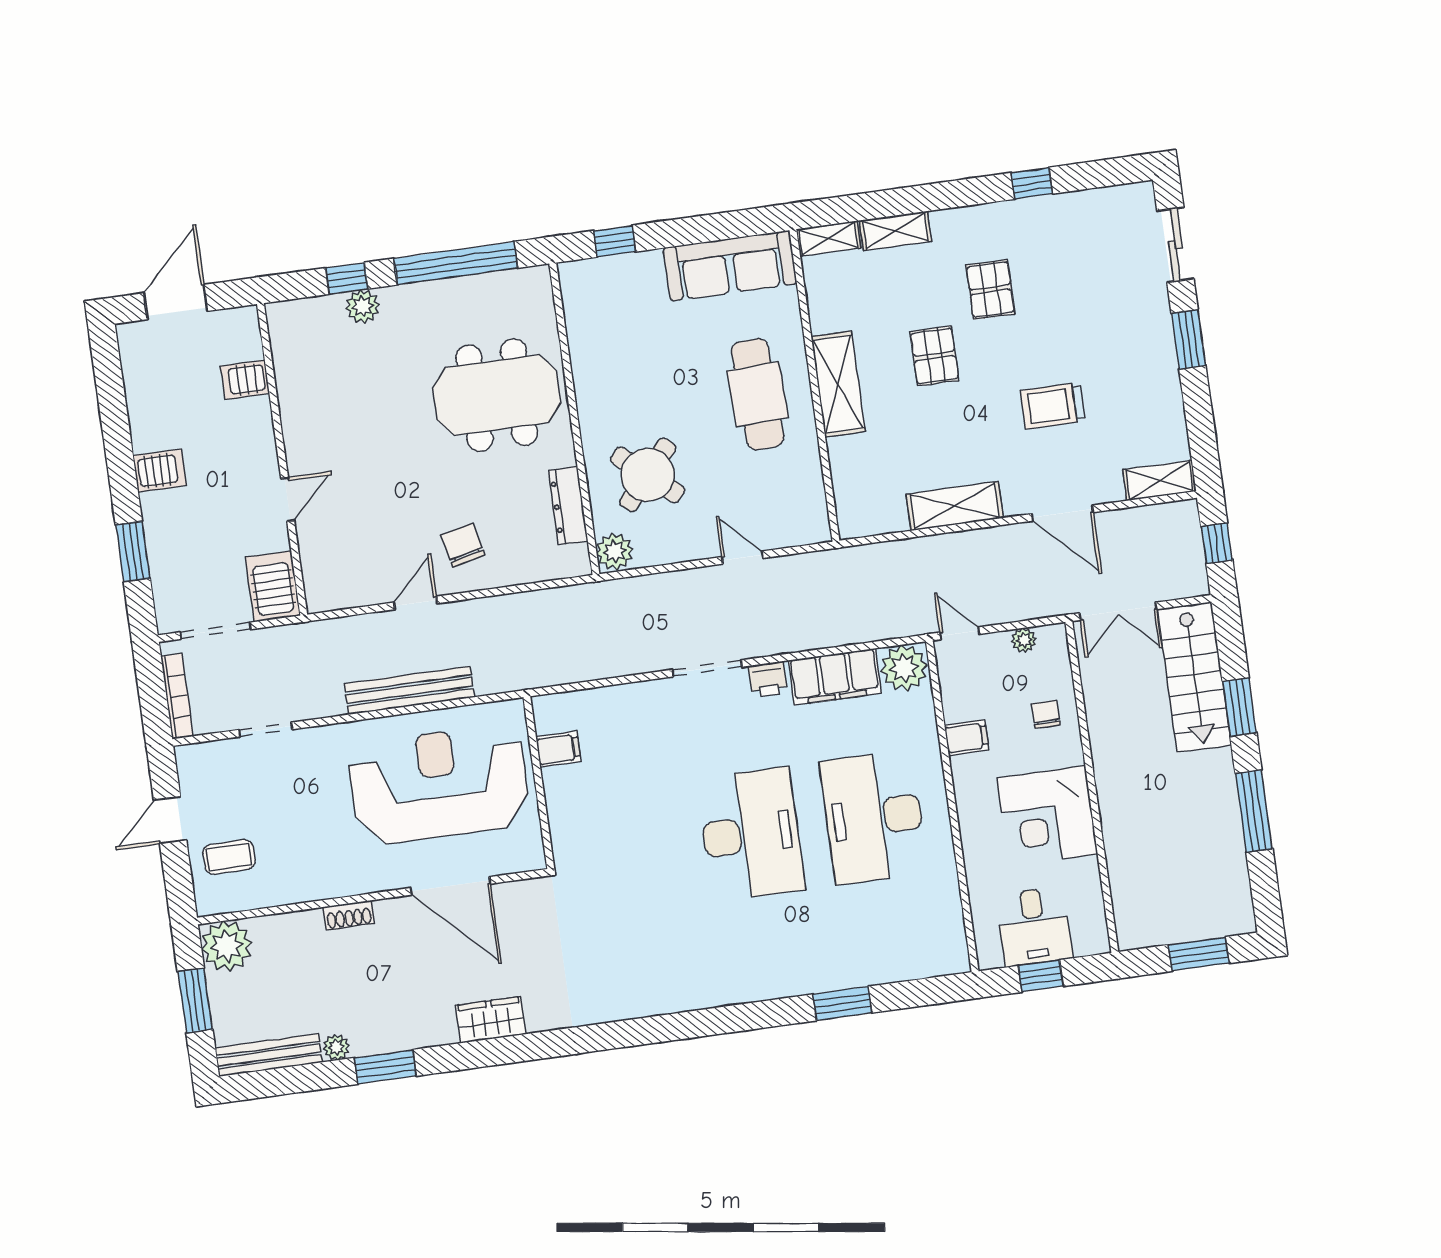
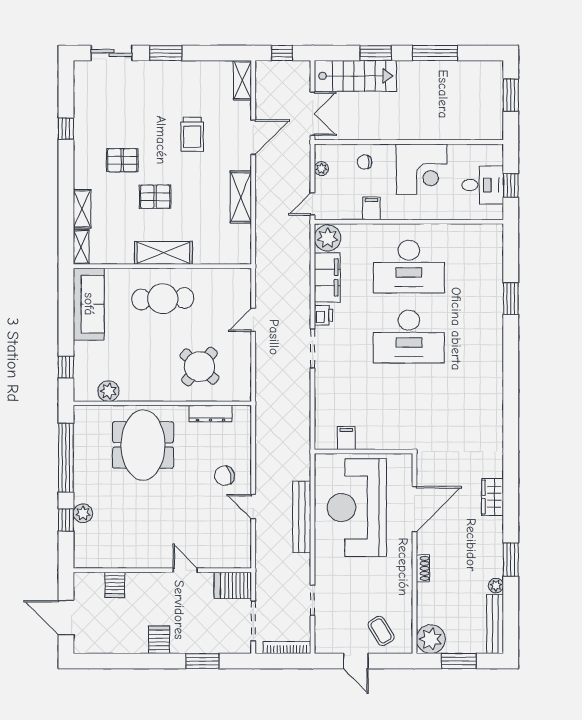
plant: (615, 551) -> (108, 391), moved
desk: (751, 834) -> (409, 337), turned 180
coffee table: (229, 857) -> (381, 631), turned -31

